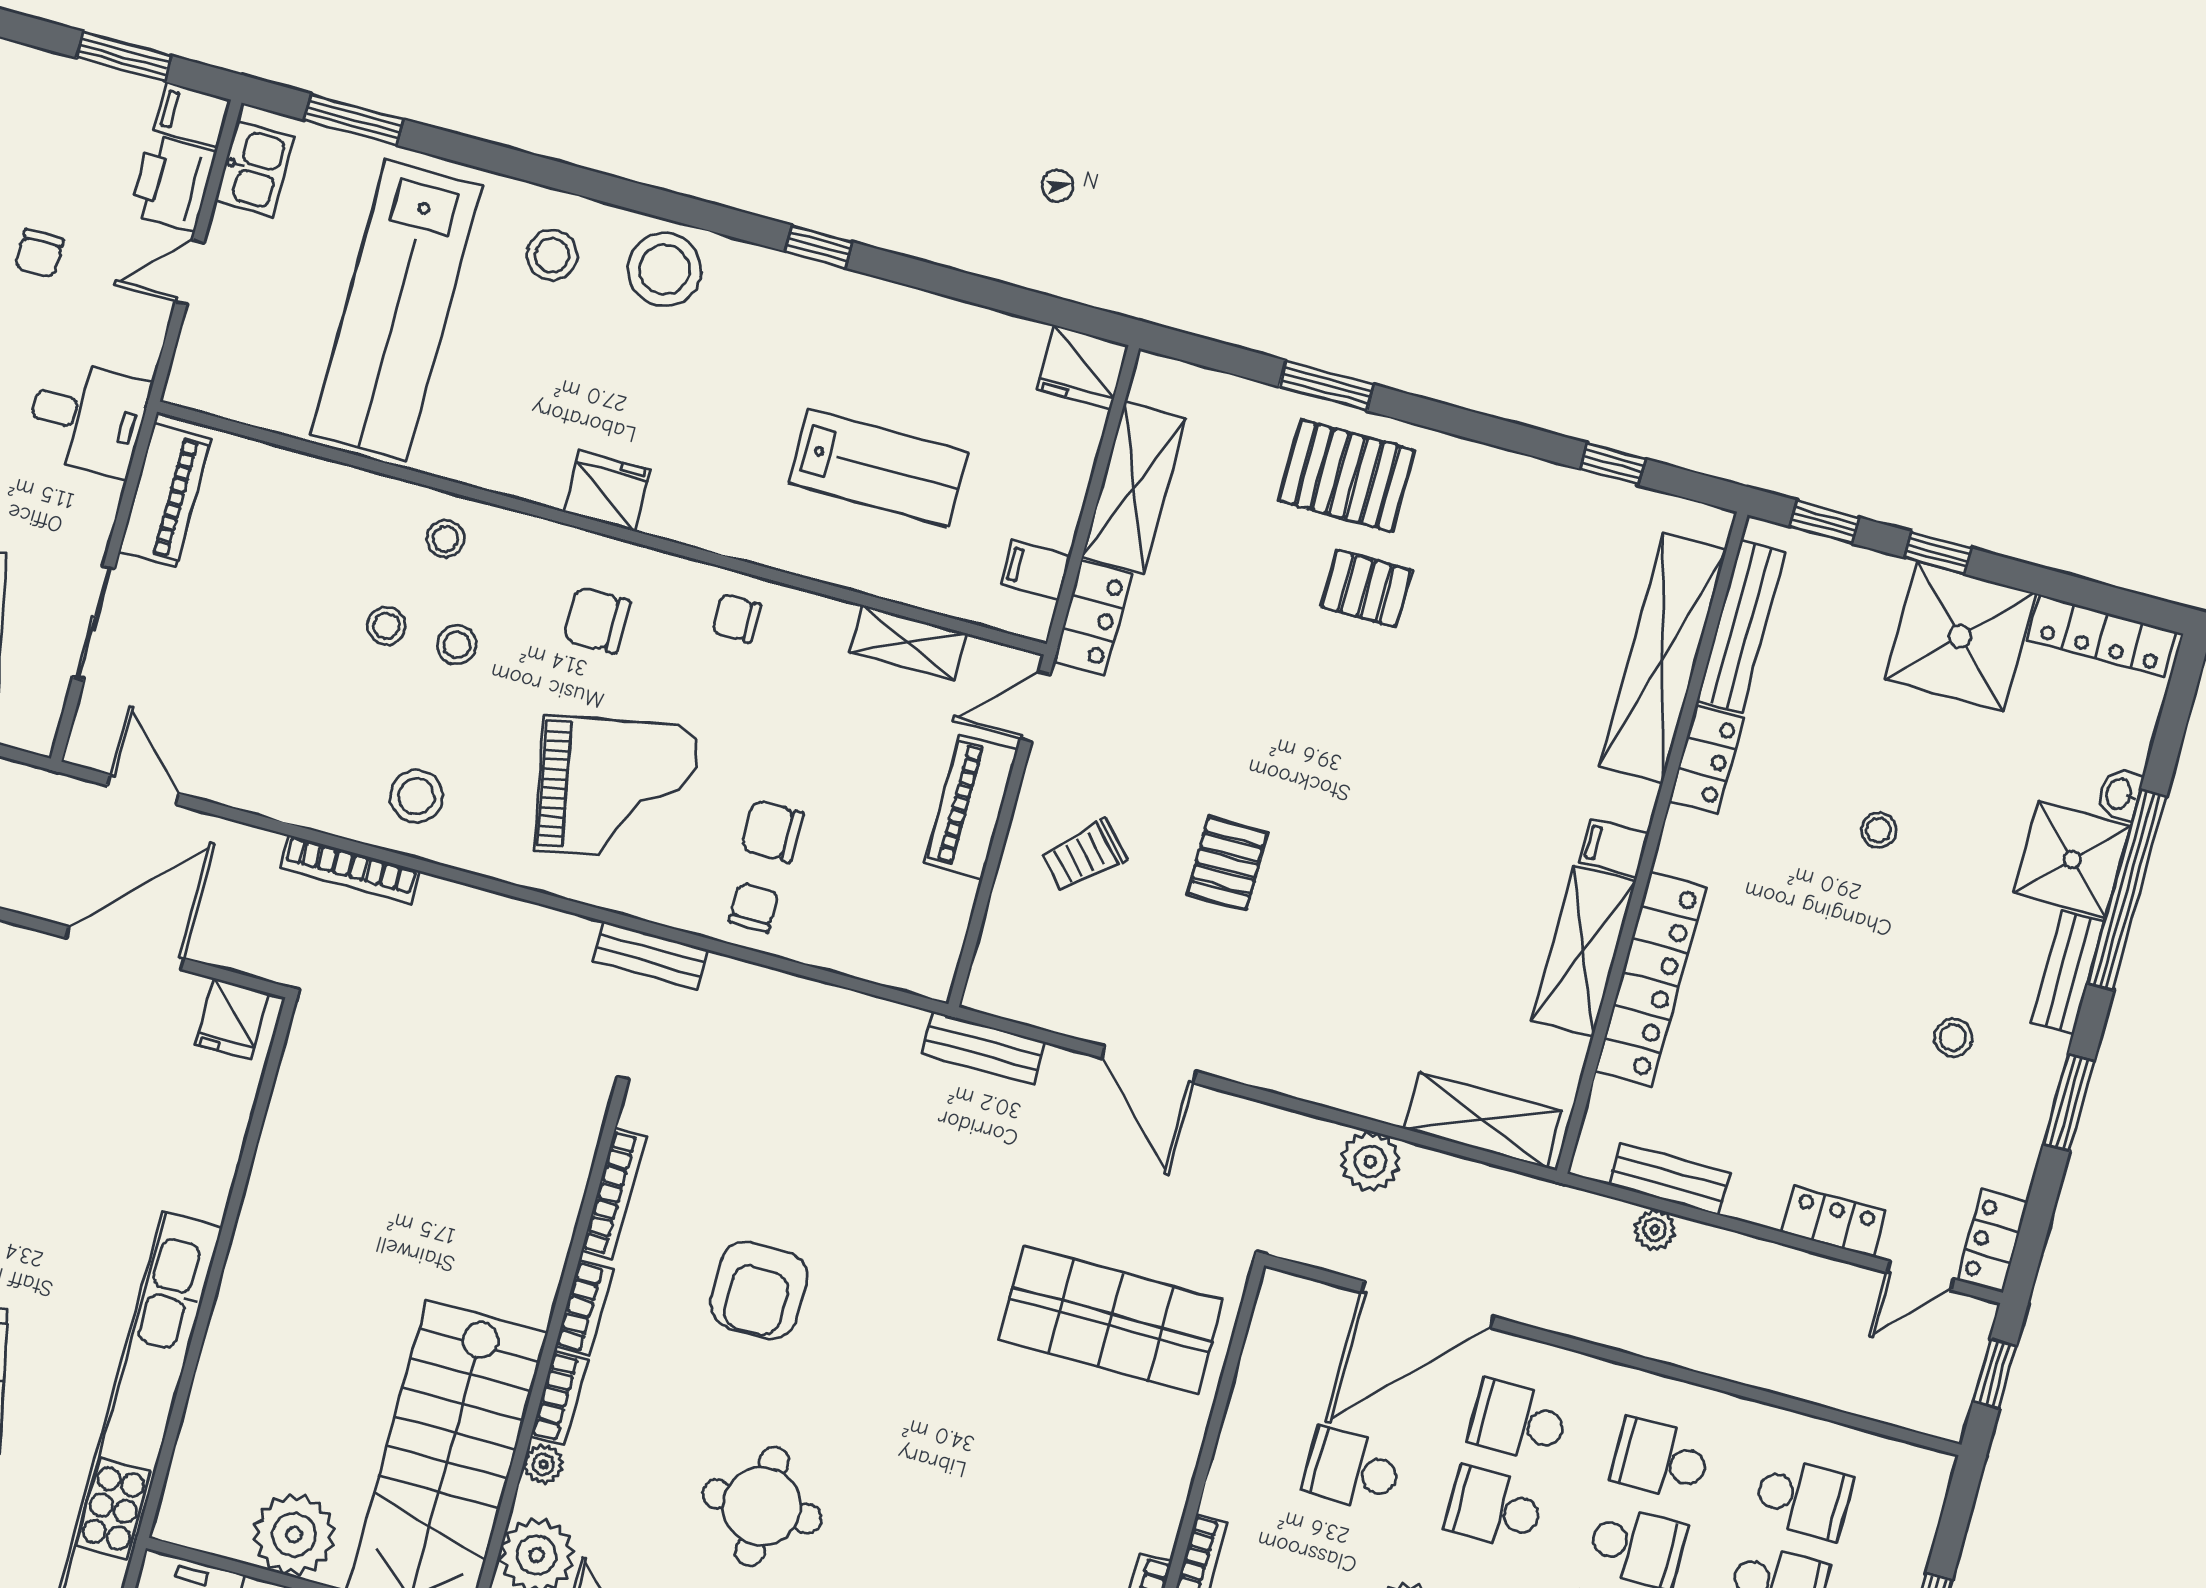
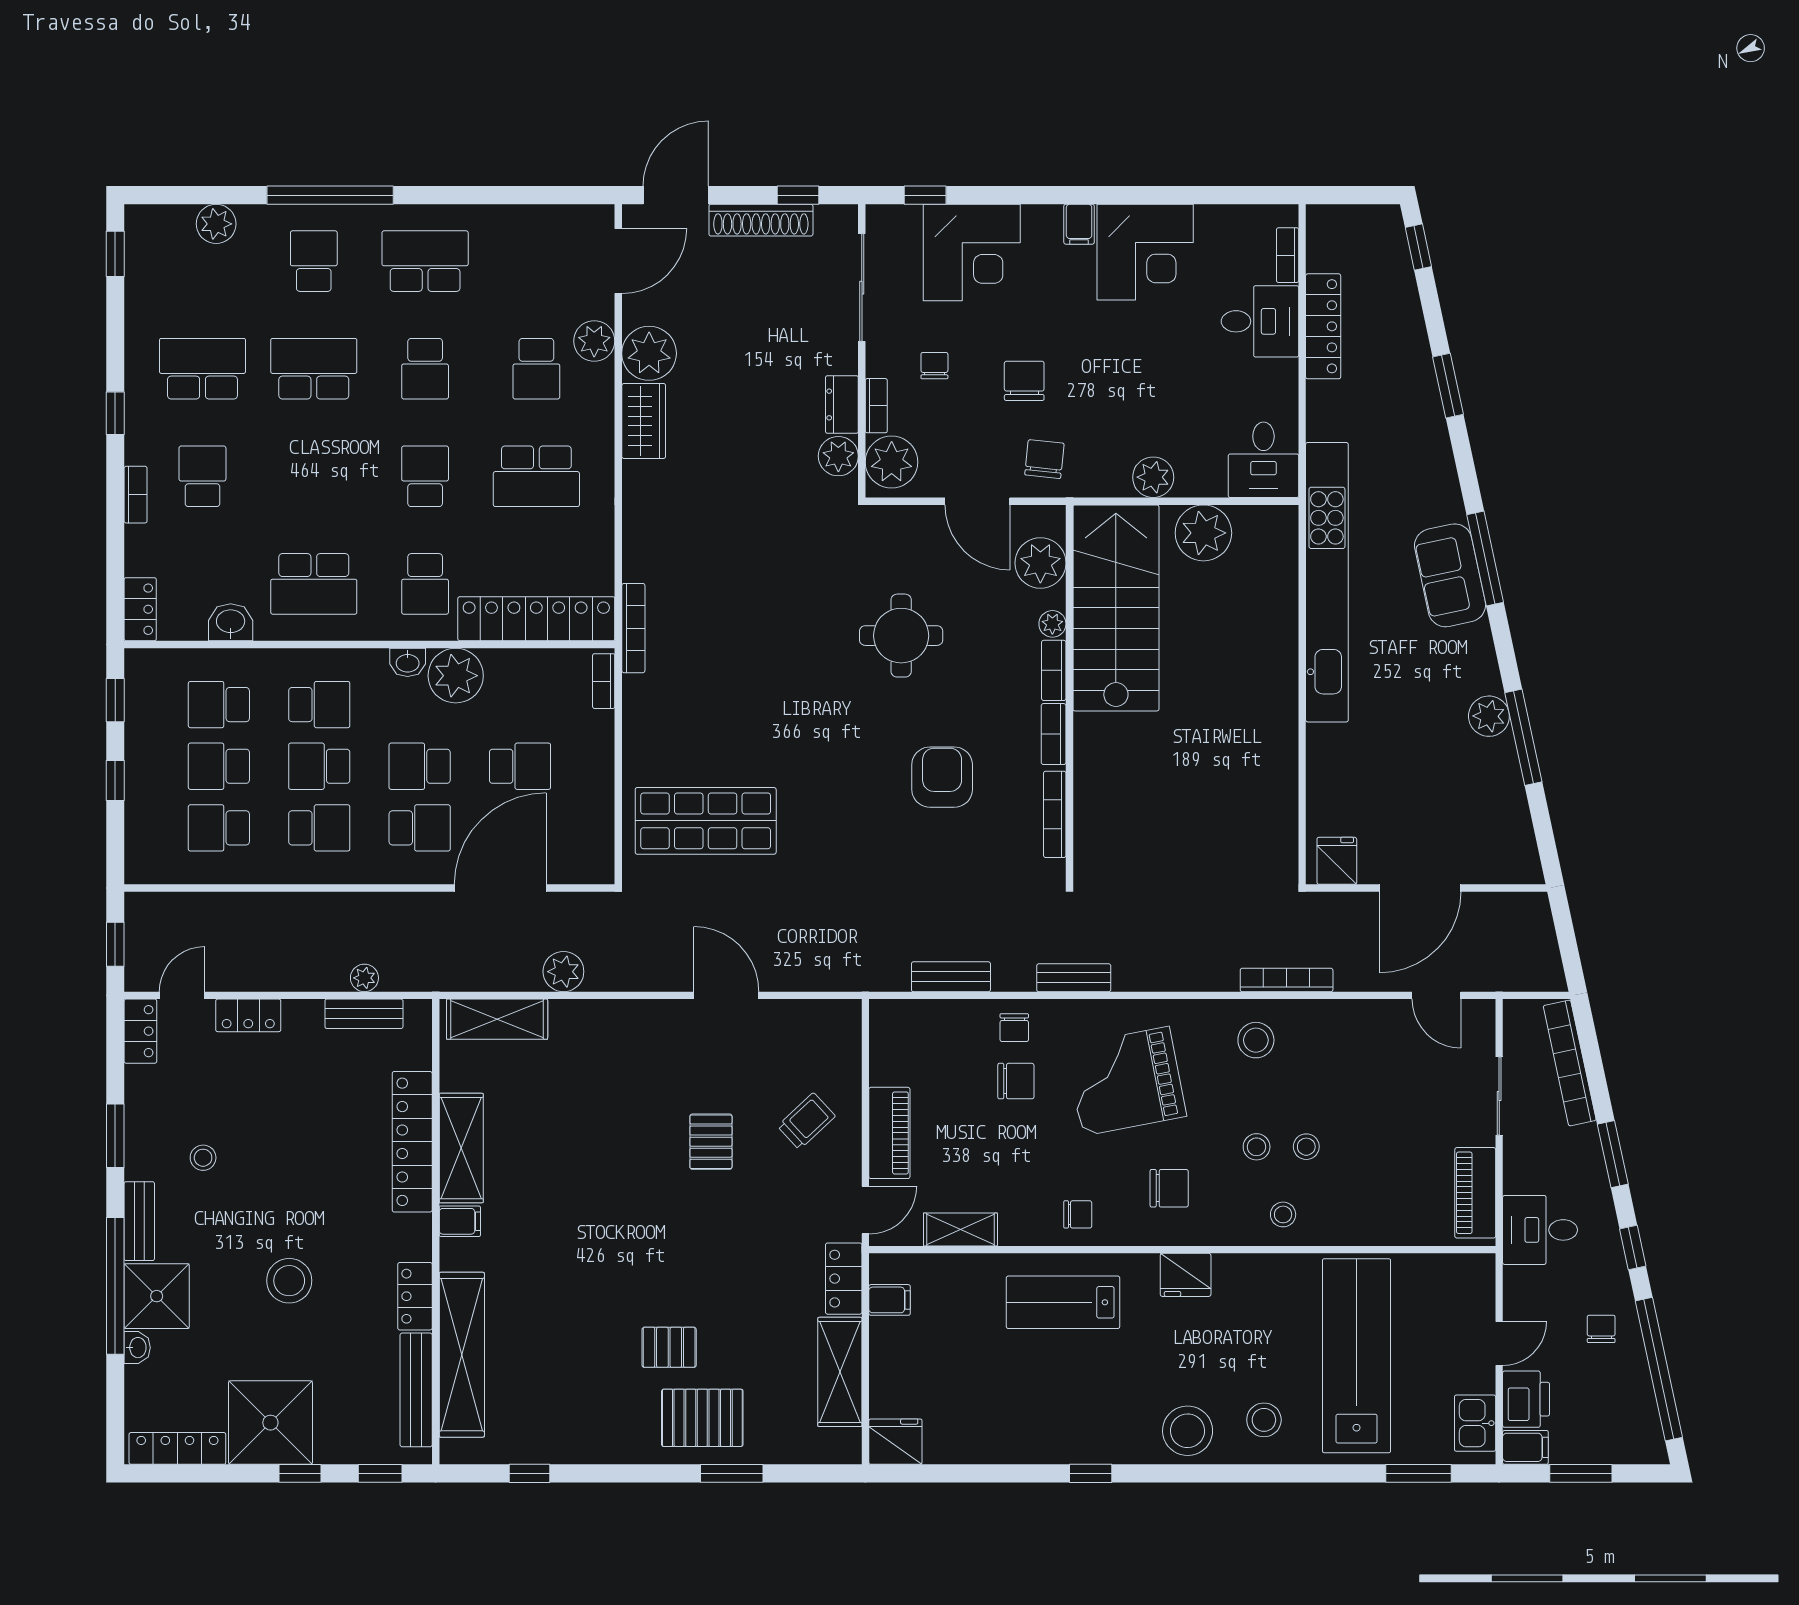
lab bench: (878, 468) -> (1063, 1302), moved
stool: (1879, 830) -> (289, 1281), width x1.89, depth x1.89
bench: (983, 1048) -> (951, 977), moved
school desk: (1495, 1508) -> (420, 766), turned 180

